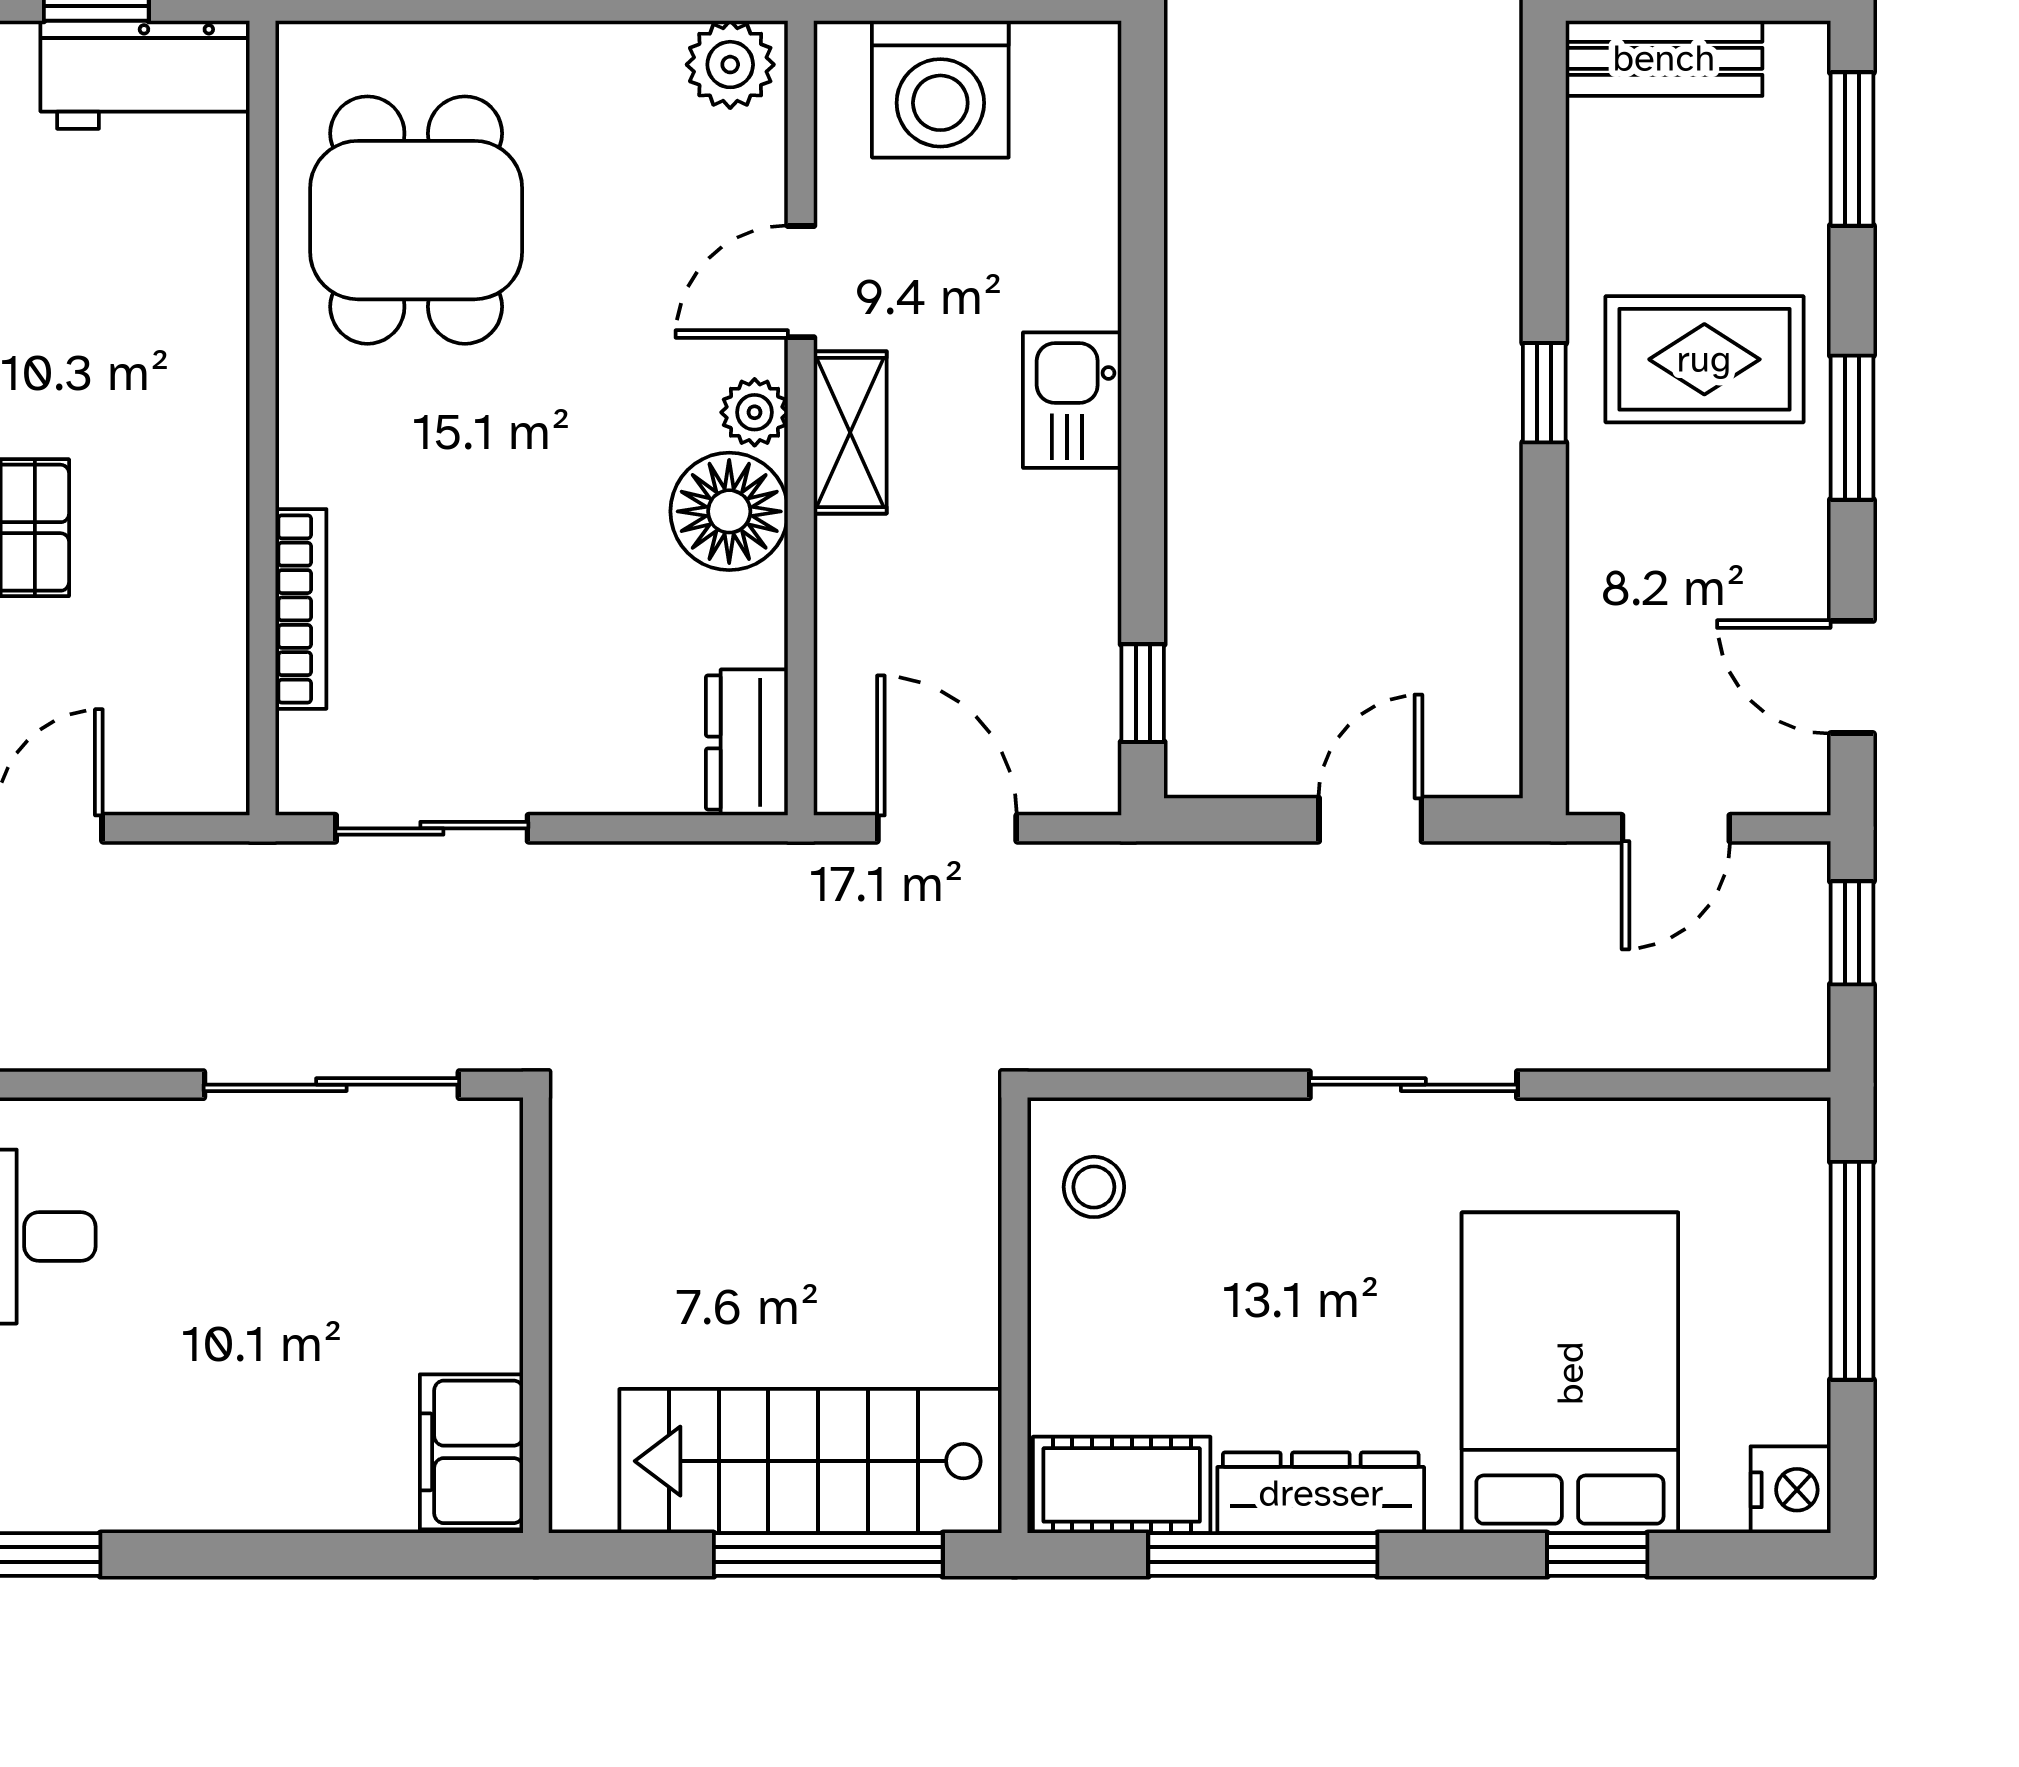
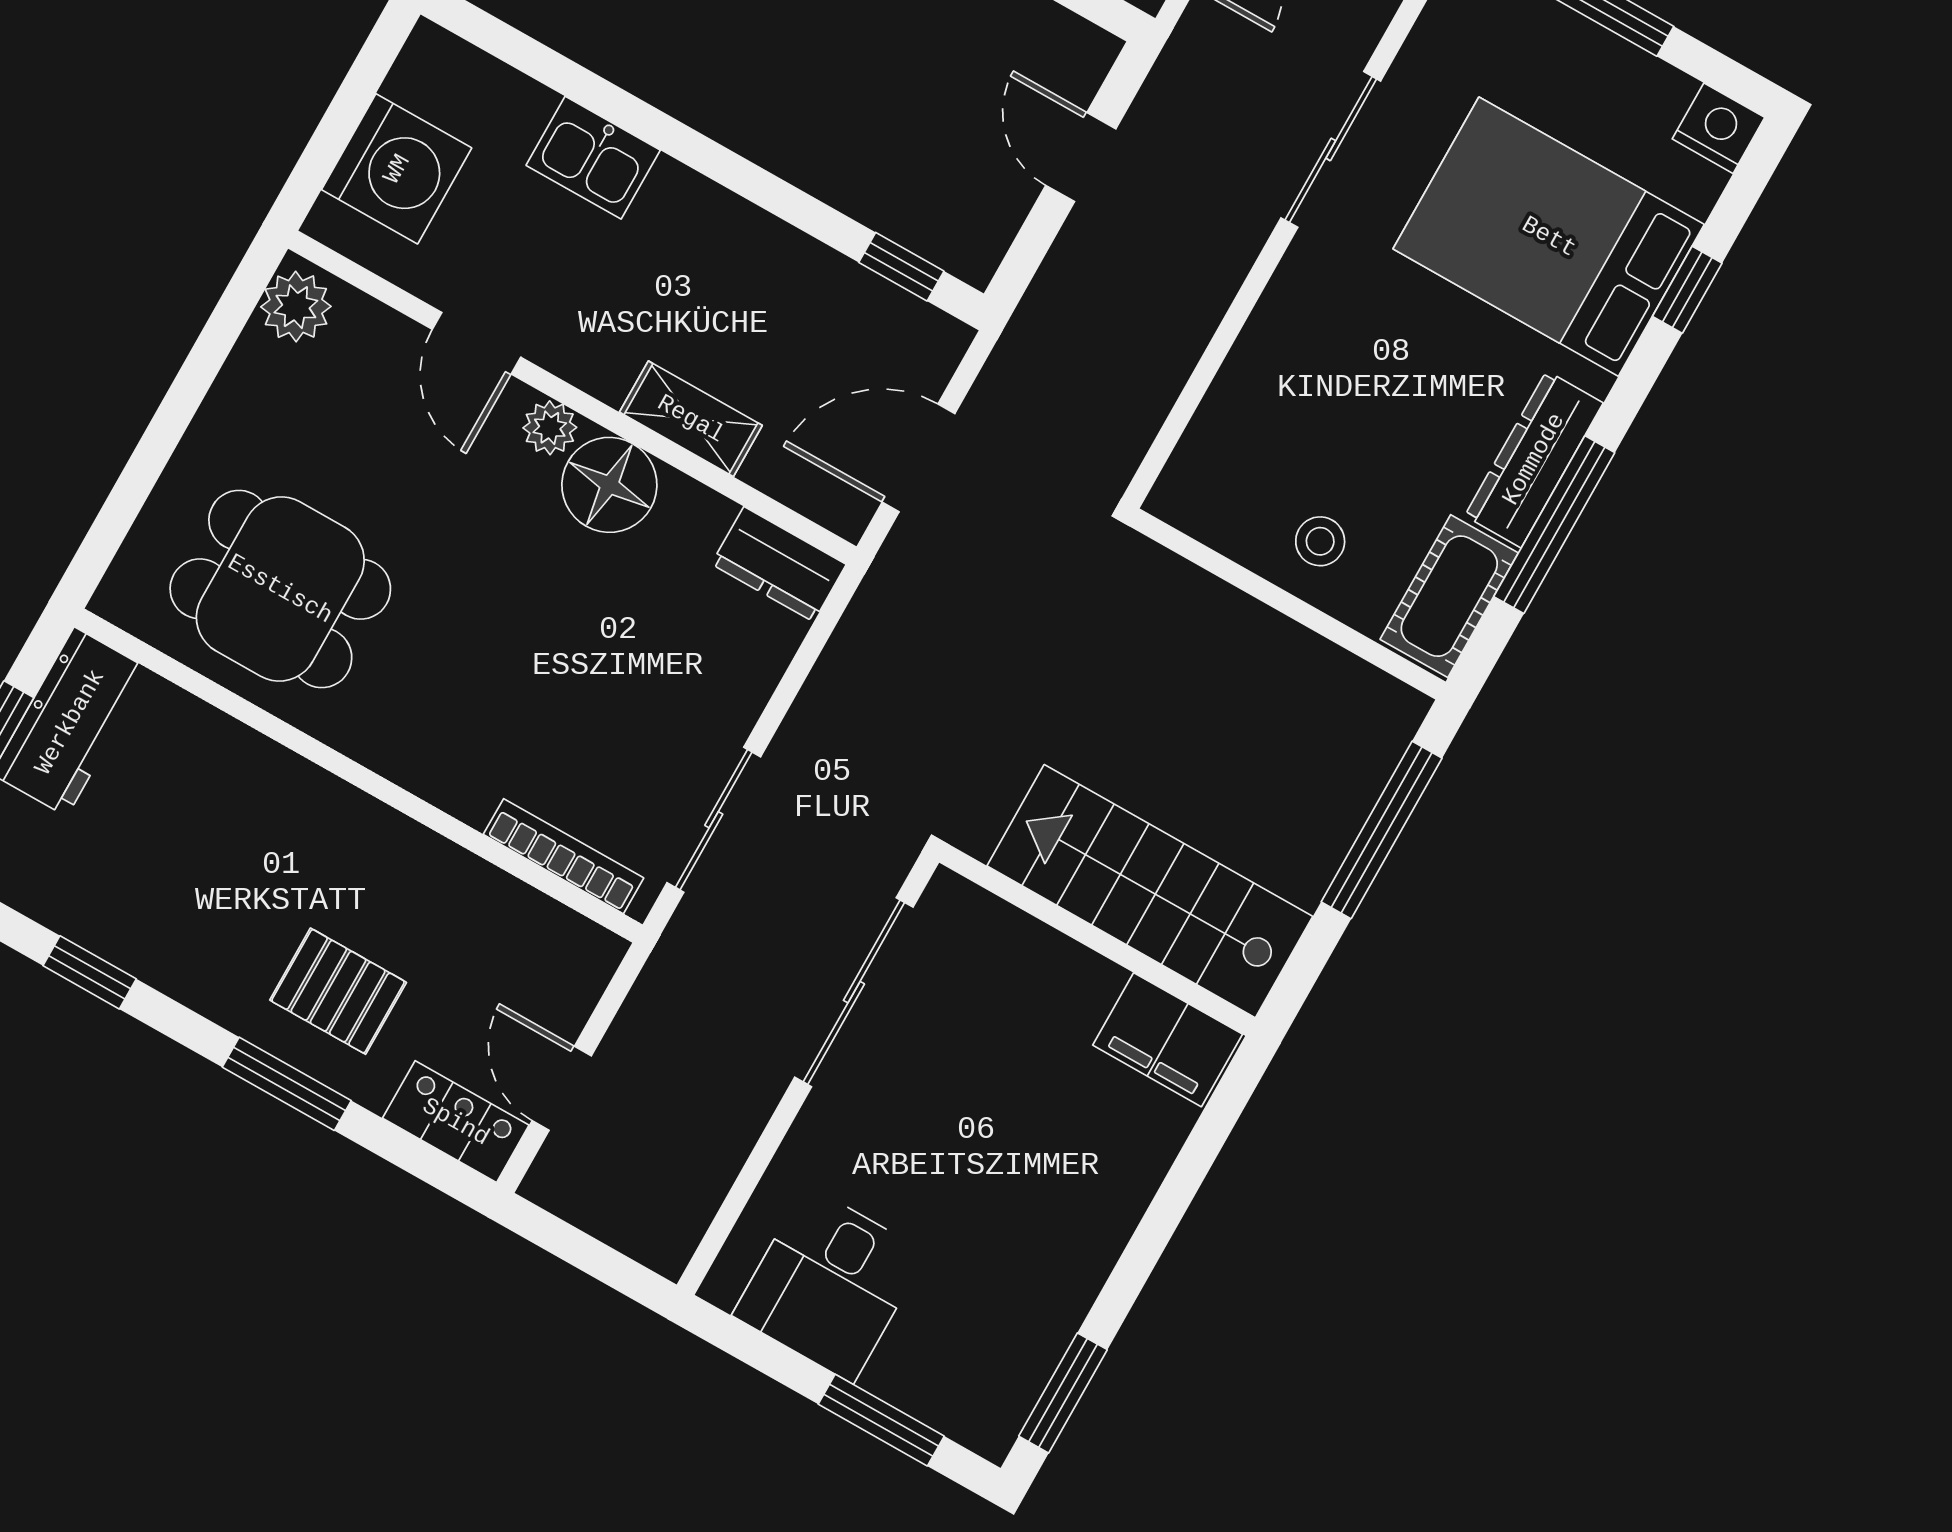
kitchen sink: (1072, 400) -> (593, 158), moved
shelving: (850, 432) -> (691, 419), moved
bookcase: (301, 609) -> (563, 856), moved
sliding door: (1413, 1085) -> (1331, 149), moved
stool: (1094, 1187) -> (1320, 541), moved
stairs: (810, 1461) -> (1150, 891), moved, turned 90

